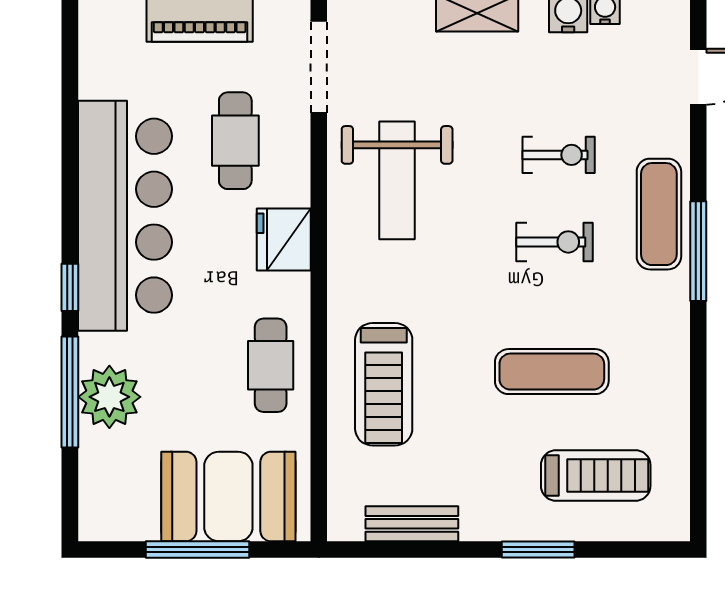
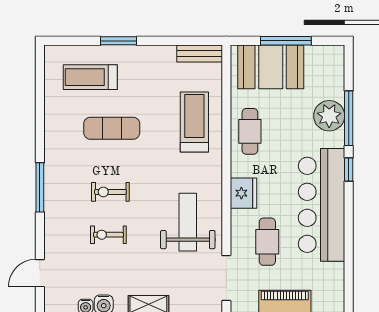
exercise mat: (659, 214) -> (59, 206), removed
bench: (412, 524) -> (200, 53), moved

